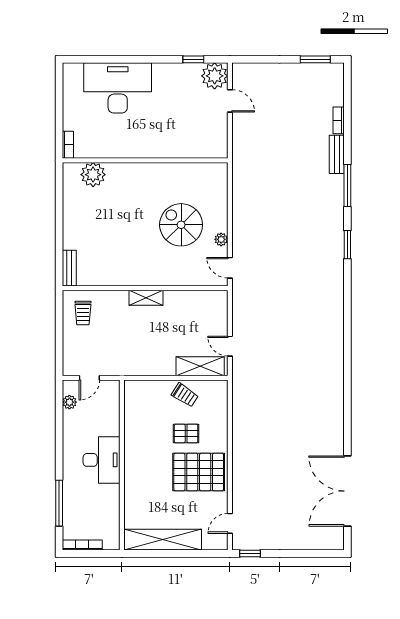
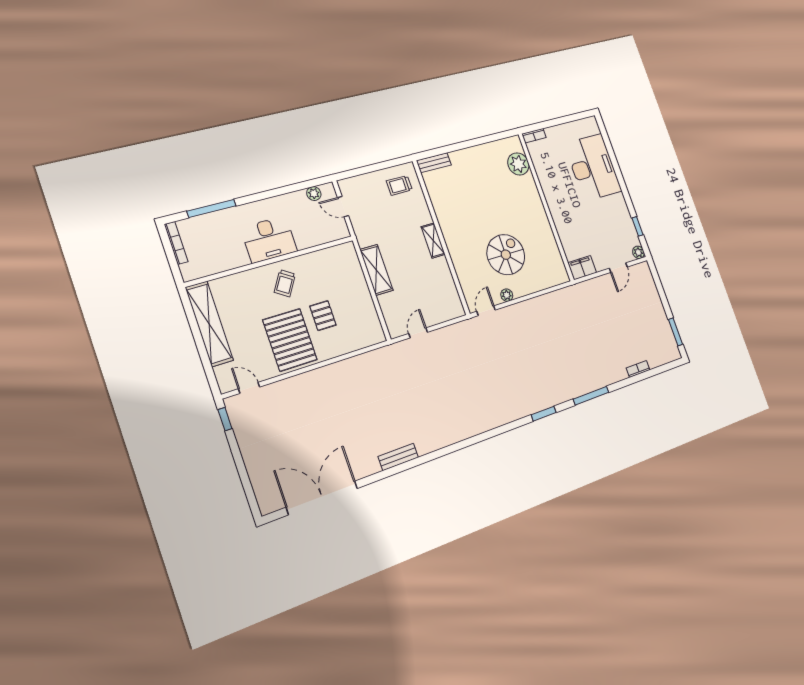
plant: (215, 76) -> (638, 252), width x0.53, depth x0.53
filing cabinet: (218, 143) -> (582, 268), added
bench: (337, 154) -> (398, 457), moved
shelving: (200, 366) -> (376, 270), moved
trolley: (185, 395) -> (285, 283), moved

